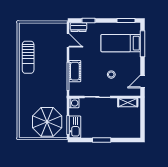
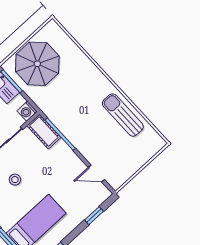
dresser: (78, 27) -> (98, 198), removed
cot: (75, 71) -> (44, 132), moved

